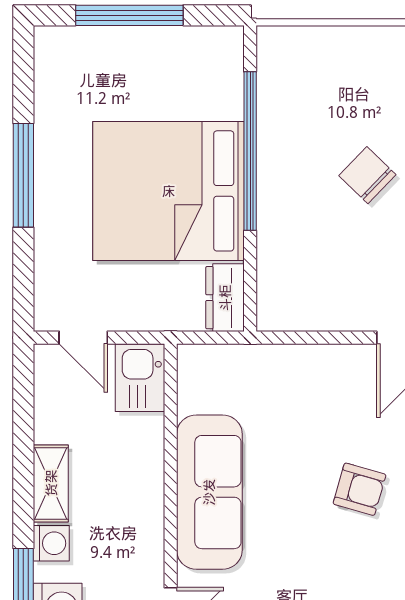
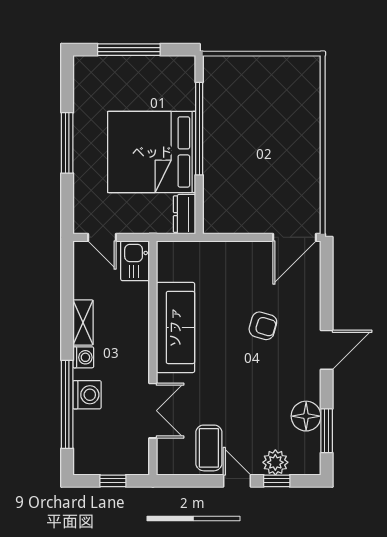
chair: (367, 175) -> (268, 143), removed

